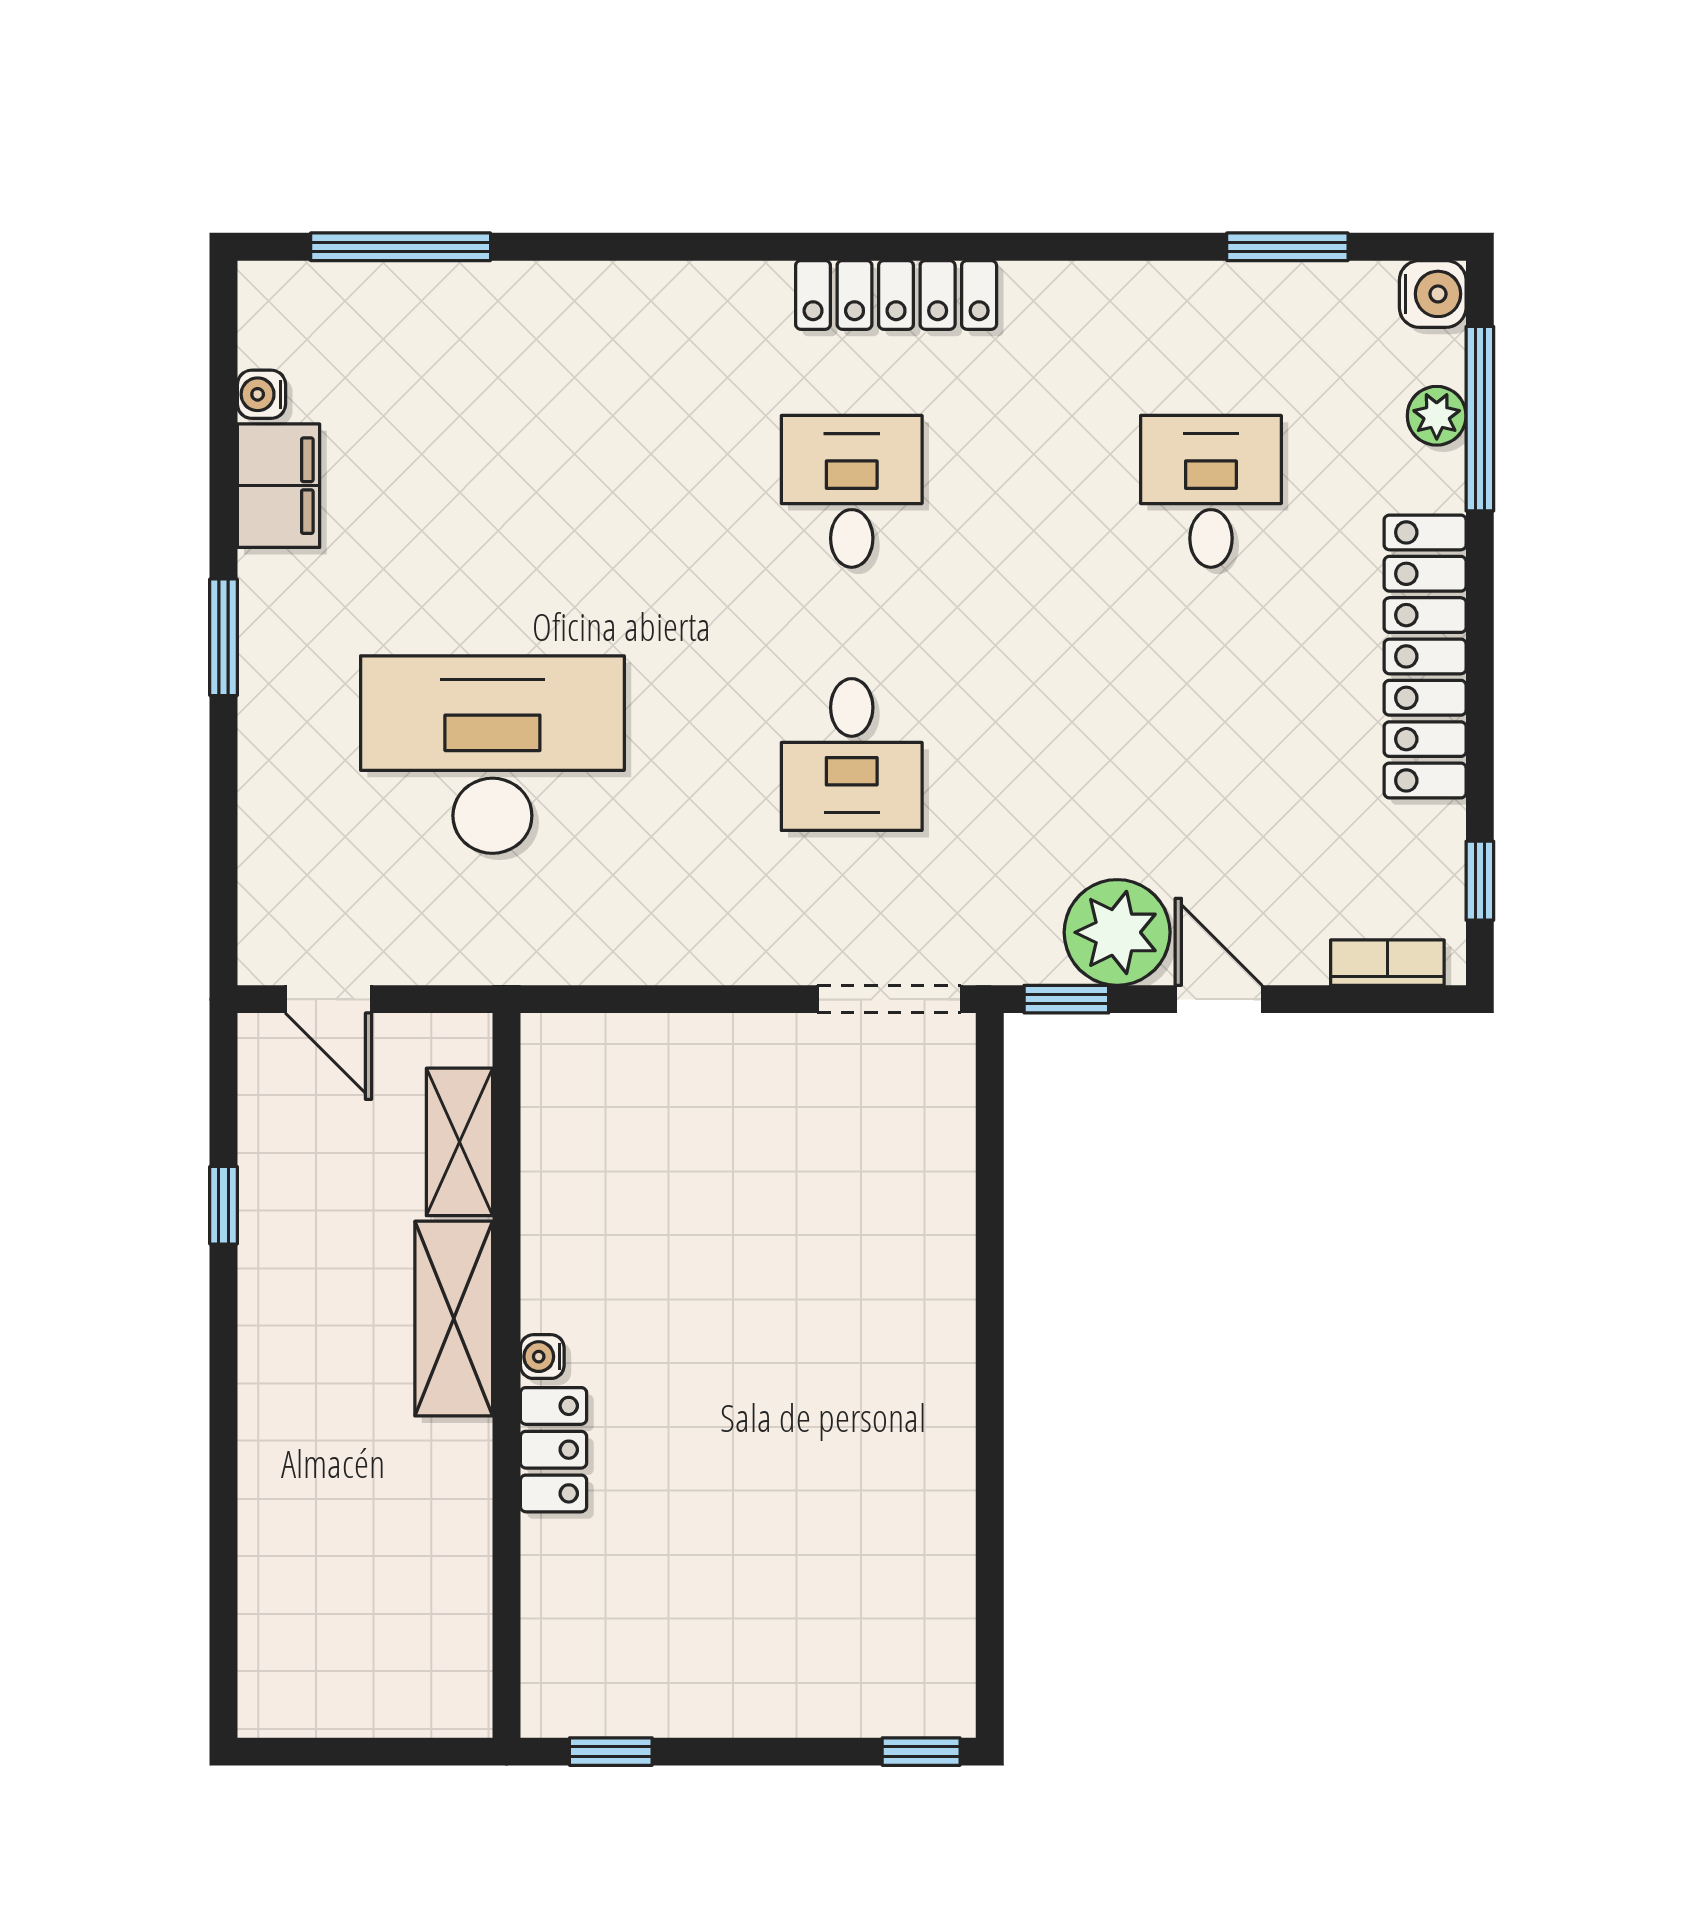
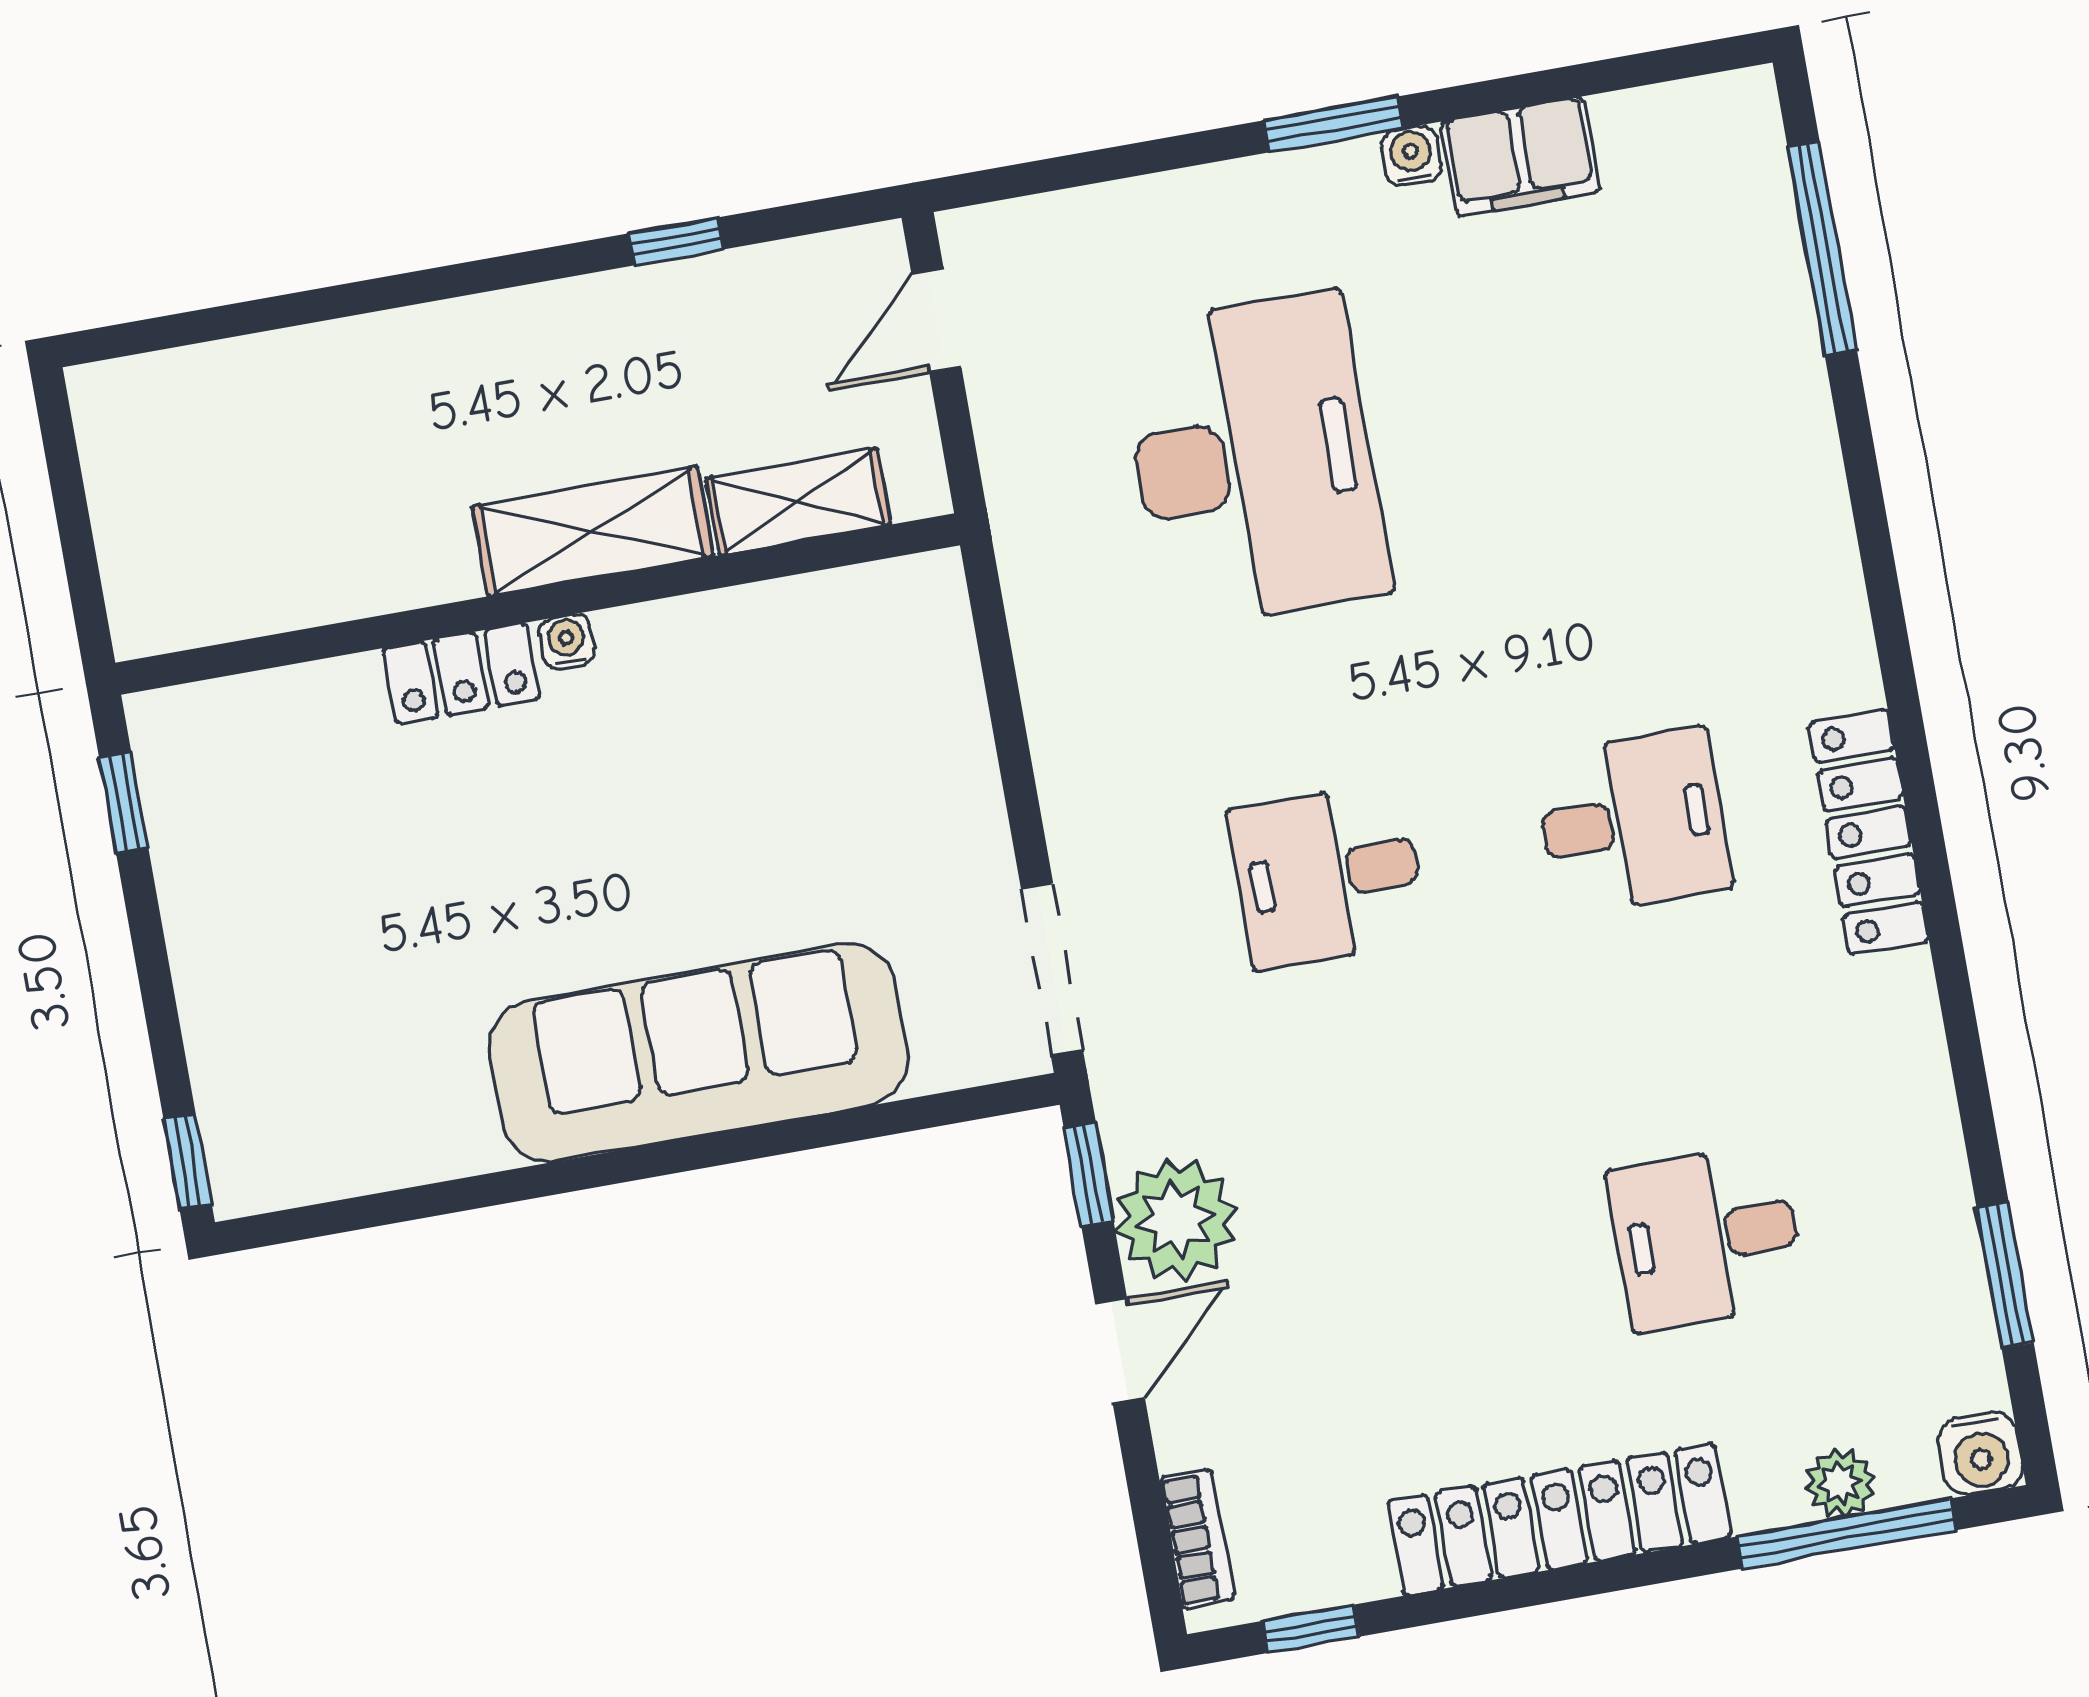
water cooler: (261, 394) -> (1411, 156), moved
desk: (1211, 491) -> (1706, 1237), turned 180
sofa: (906, 1307) -> (699, 1053), added

